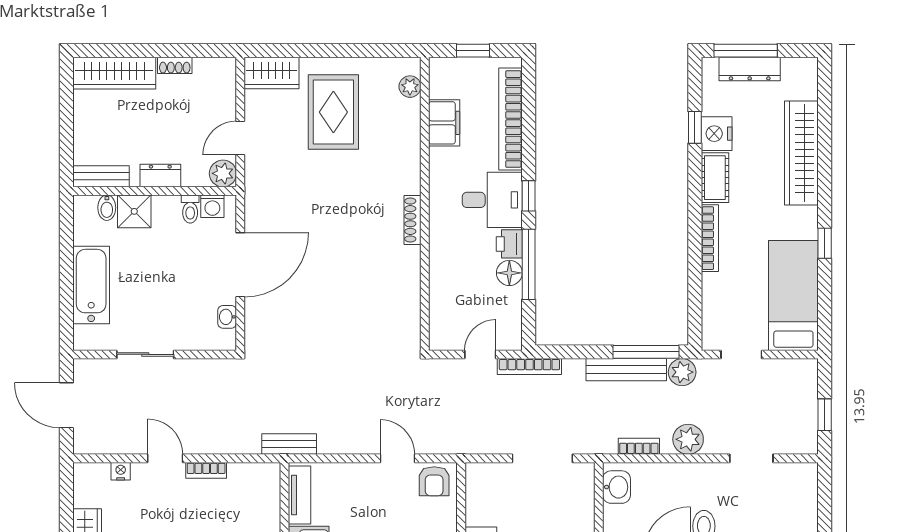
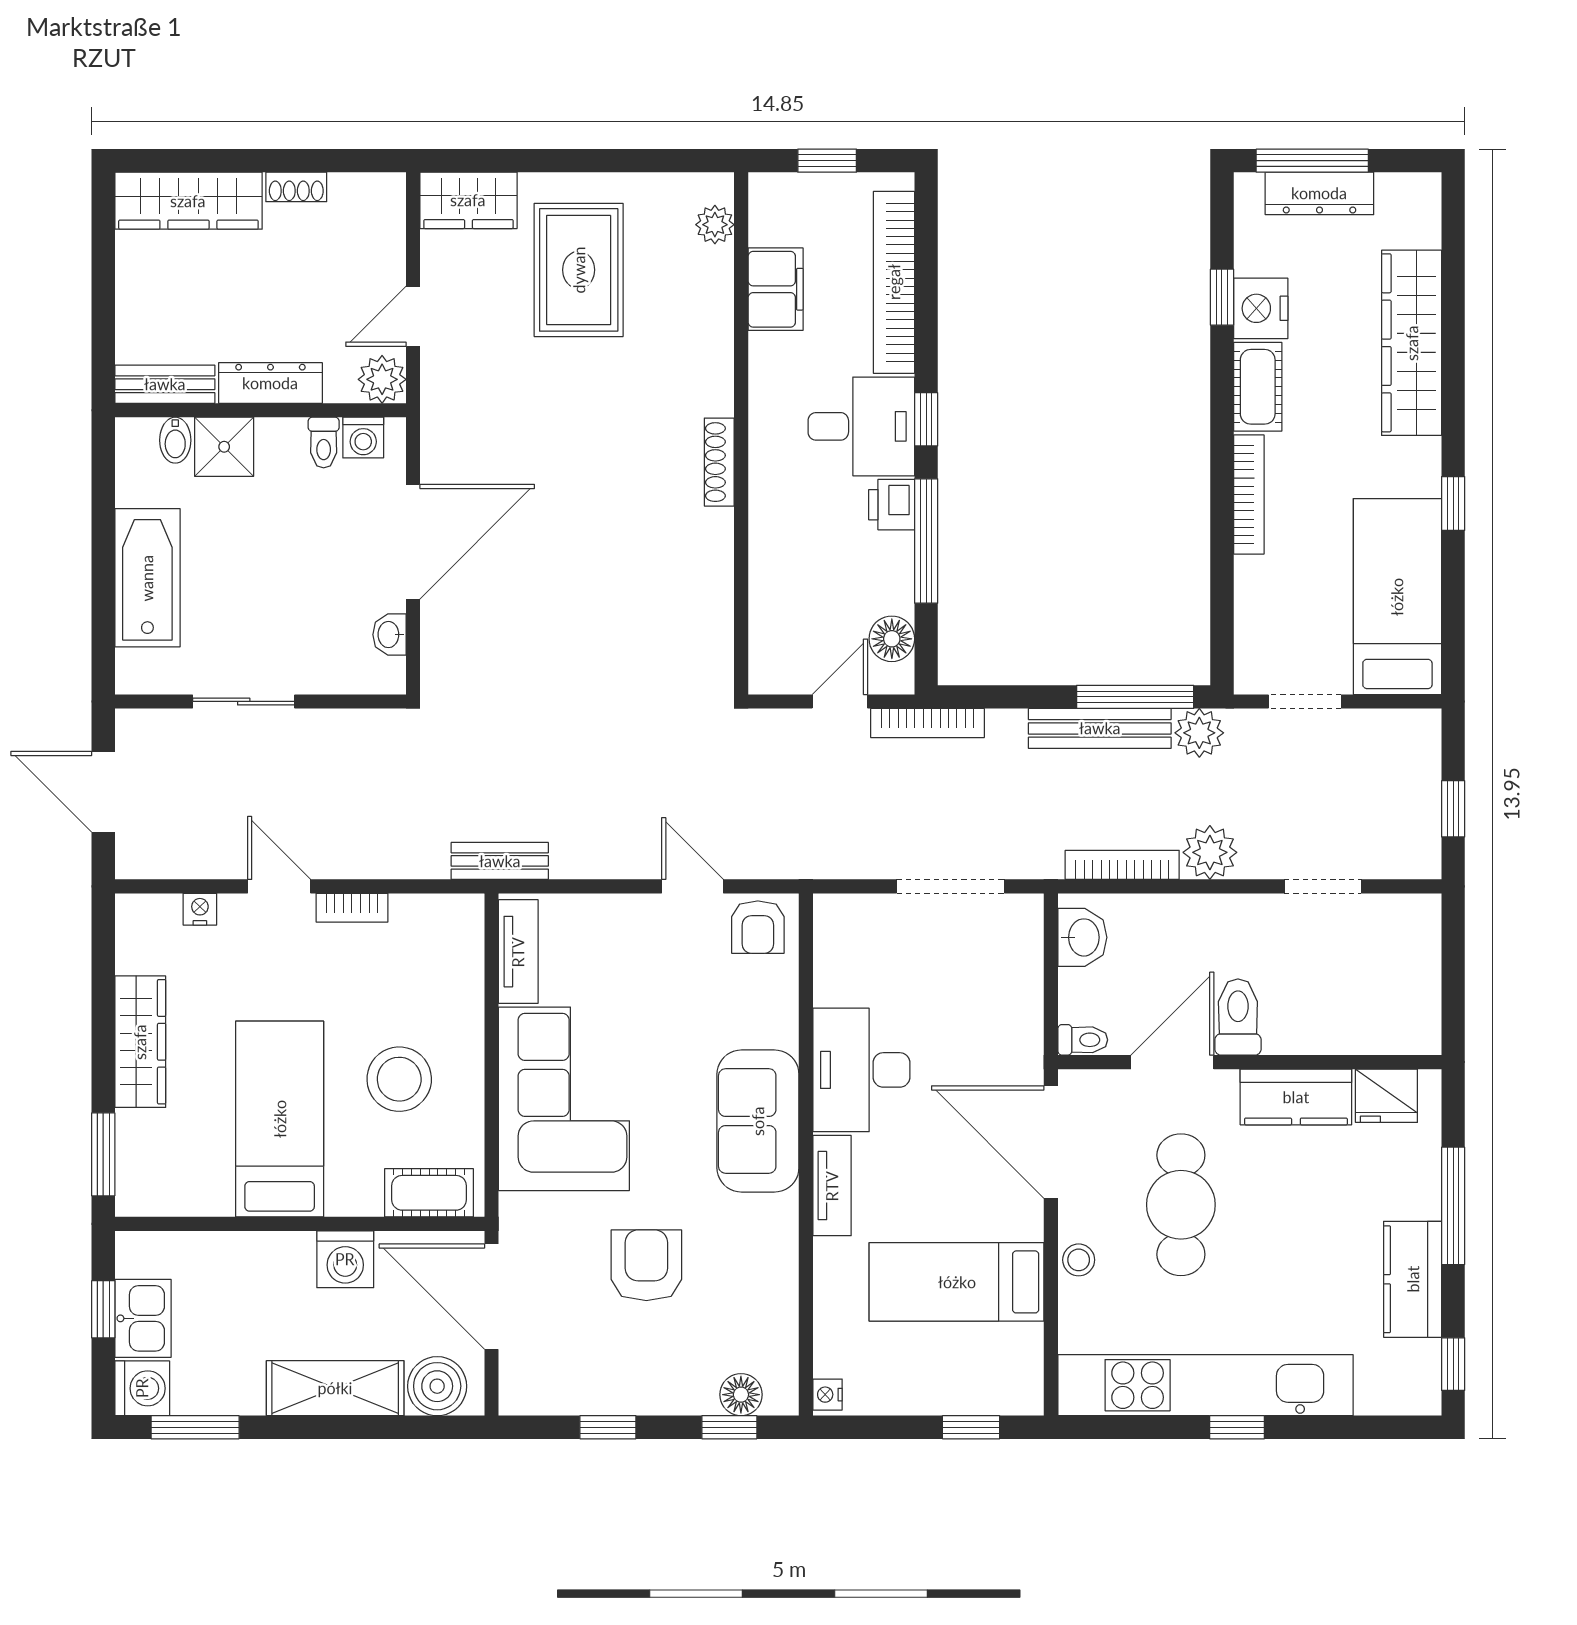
dresser: (160, 176) -> (270, 383), width x1.44
floor lamp: (509, 273) -> (892, 639), moved
bookcase: (639, 446) -> (1122, 865), width x1.56

